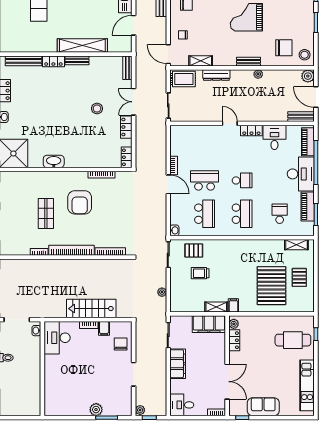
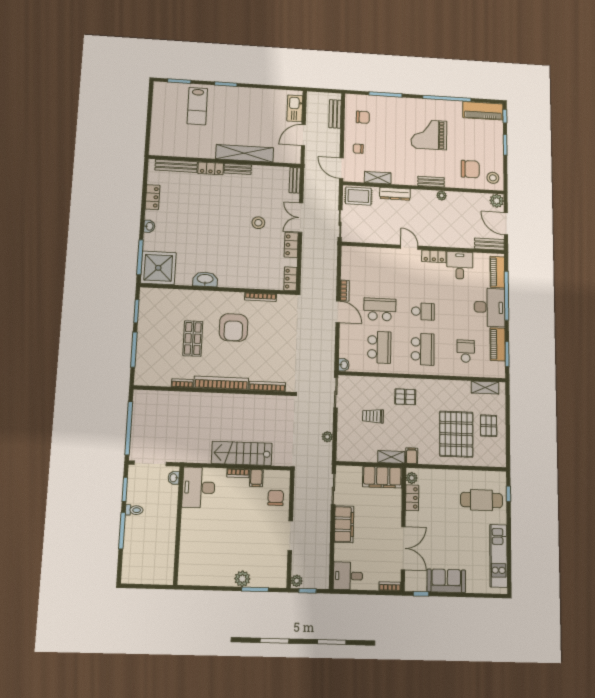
pallet: (194, 250) -> (405, 397), moved

